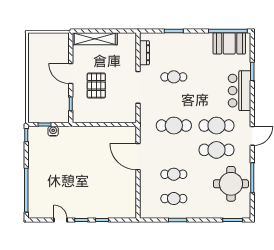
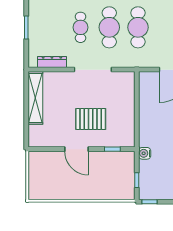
shelving: (95, 39) -> (35, 98), moved
door: (71, 74) -> (77, 149), hinge flipped
cafe table: (174, 101) -> (109, 27), added
water cooler: (53, 131) -> (145, 153), moved

